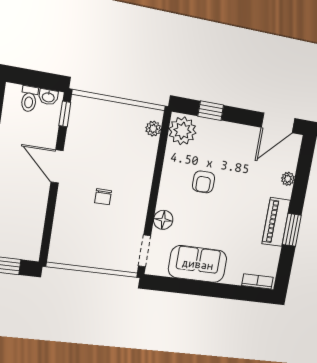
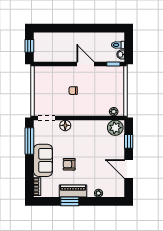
door: (278, 123) -> (129, 169), moved
door: (57, 166) -> (86, 64), hinge flipped
armchair: (204, 182) -> (69, 164), moved
sofa: (198, 264) -> (43, 160), moved
window: (179, 286) -> (29, 141), added

